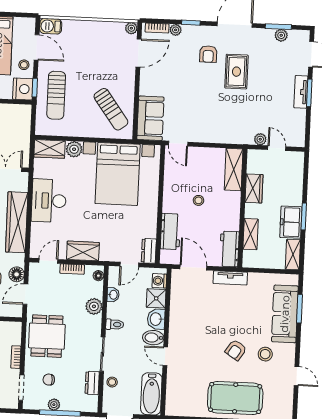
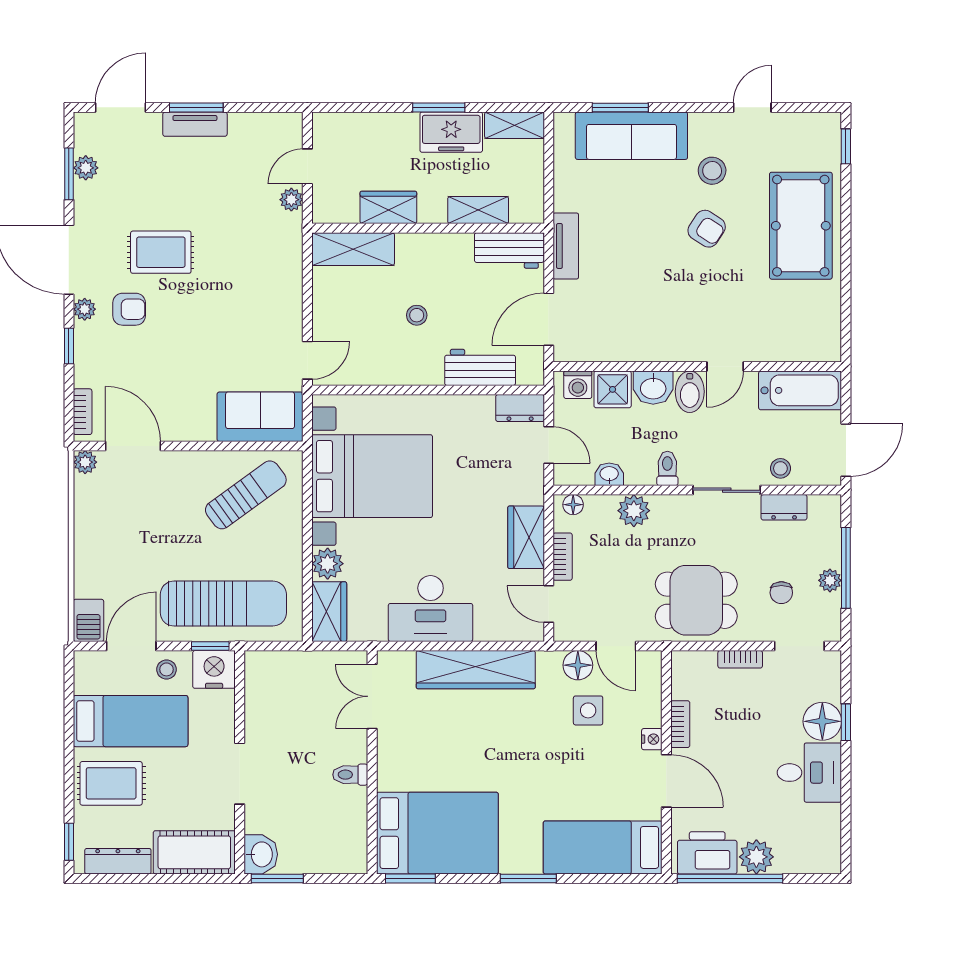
plant: (176, 30) -> (85, 309), moved
sun lounger: (56, 95) -> (223, 604), width x1.36, depth x1.34

